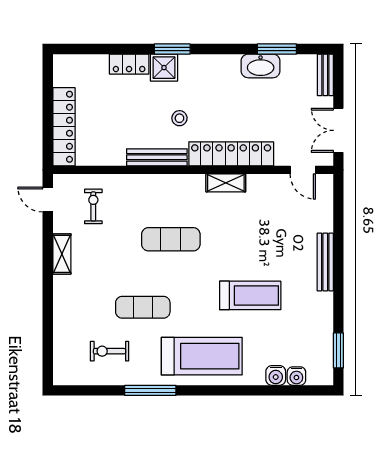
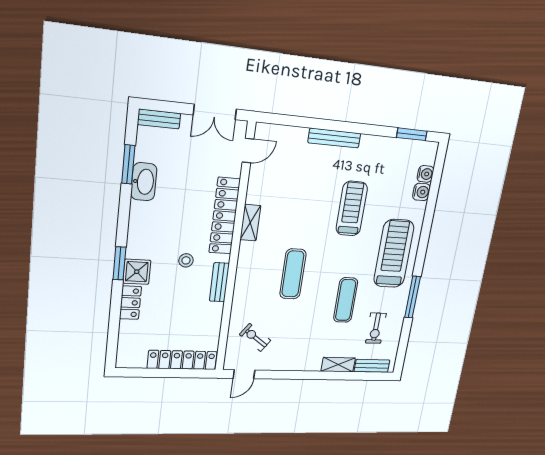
bench: (157, 157) -> (219, 282), width x0.73
exercise bike: (93, 206) -> (255, 337), turned 36
shelving: (62, 254) -> (338, 365), moved
bench: (61, 355) -> (372, 366), added

